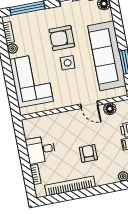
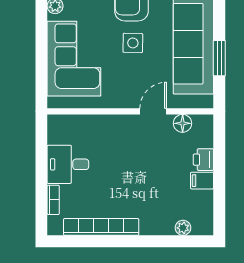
door: (89, 105) -> (153, 111), swing flipped
armchair: (88, 153) -> (138, 184), removed

